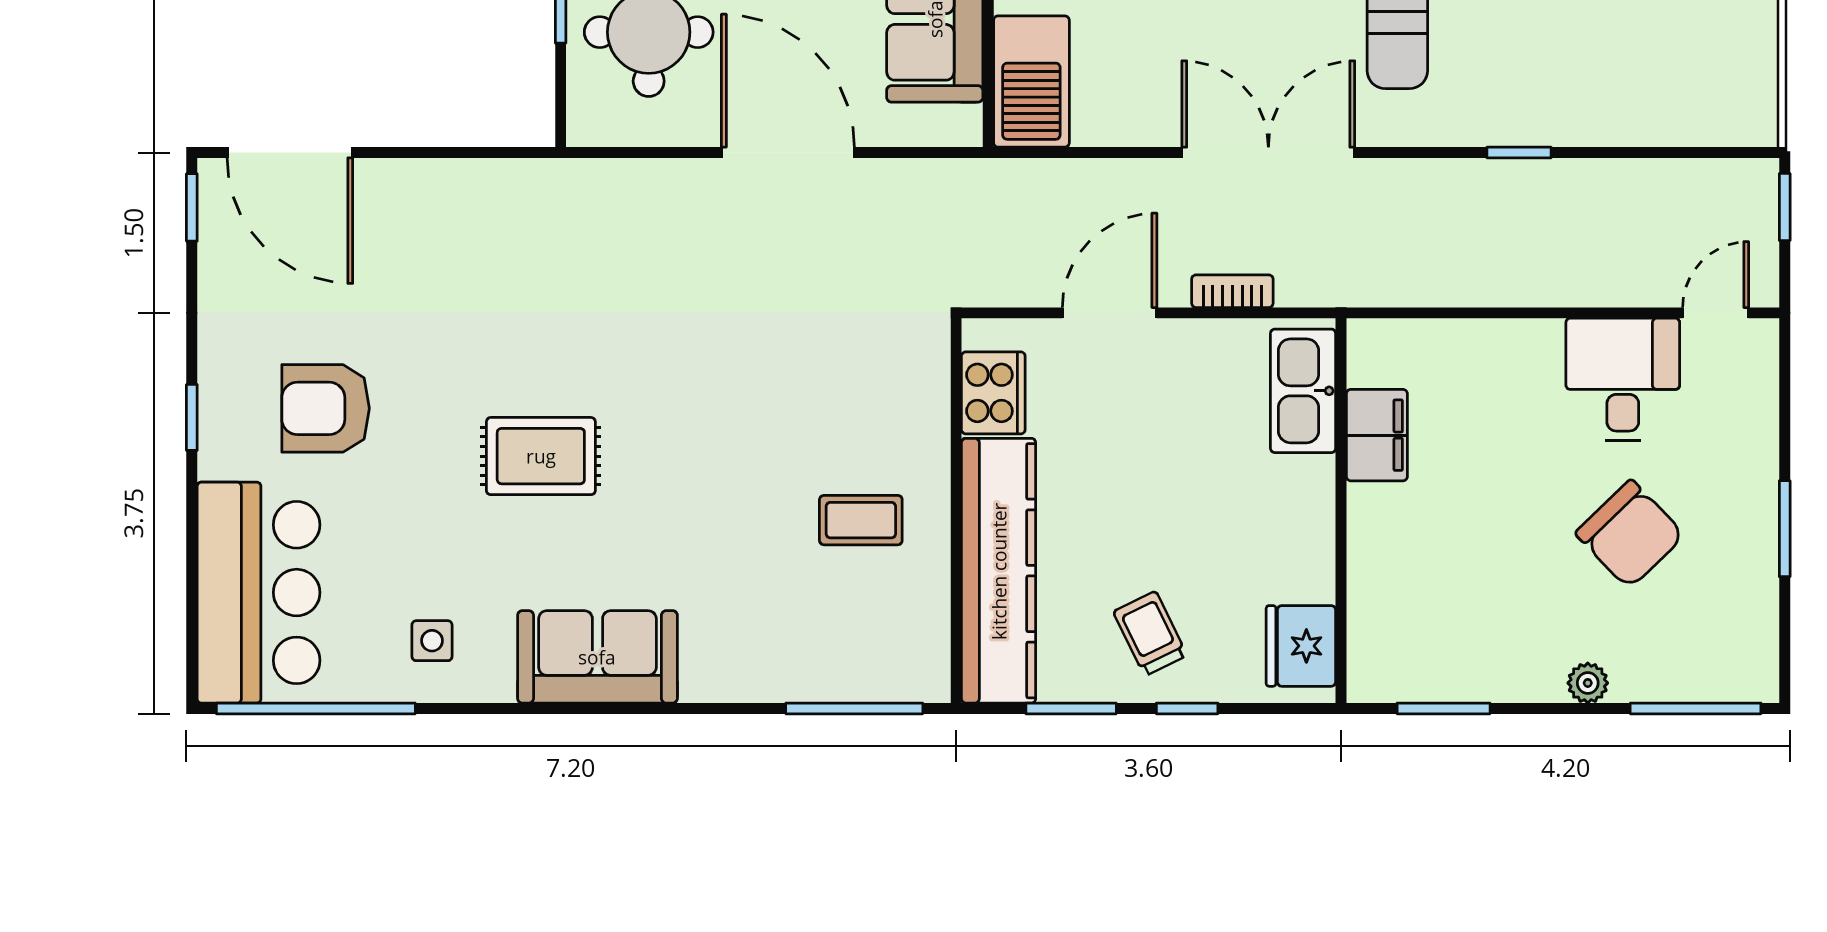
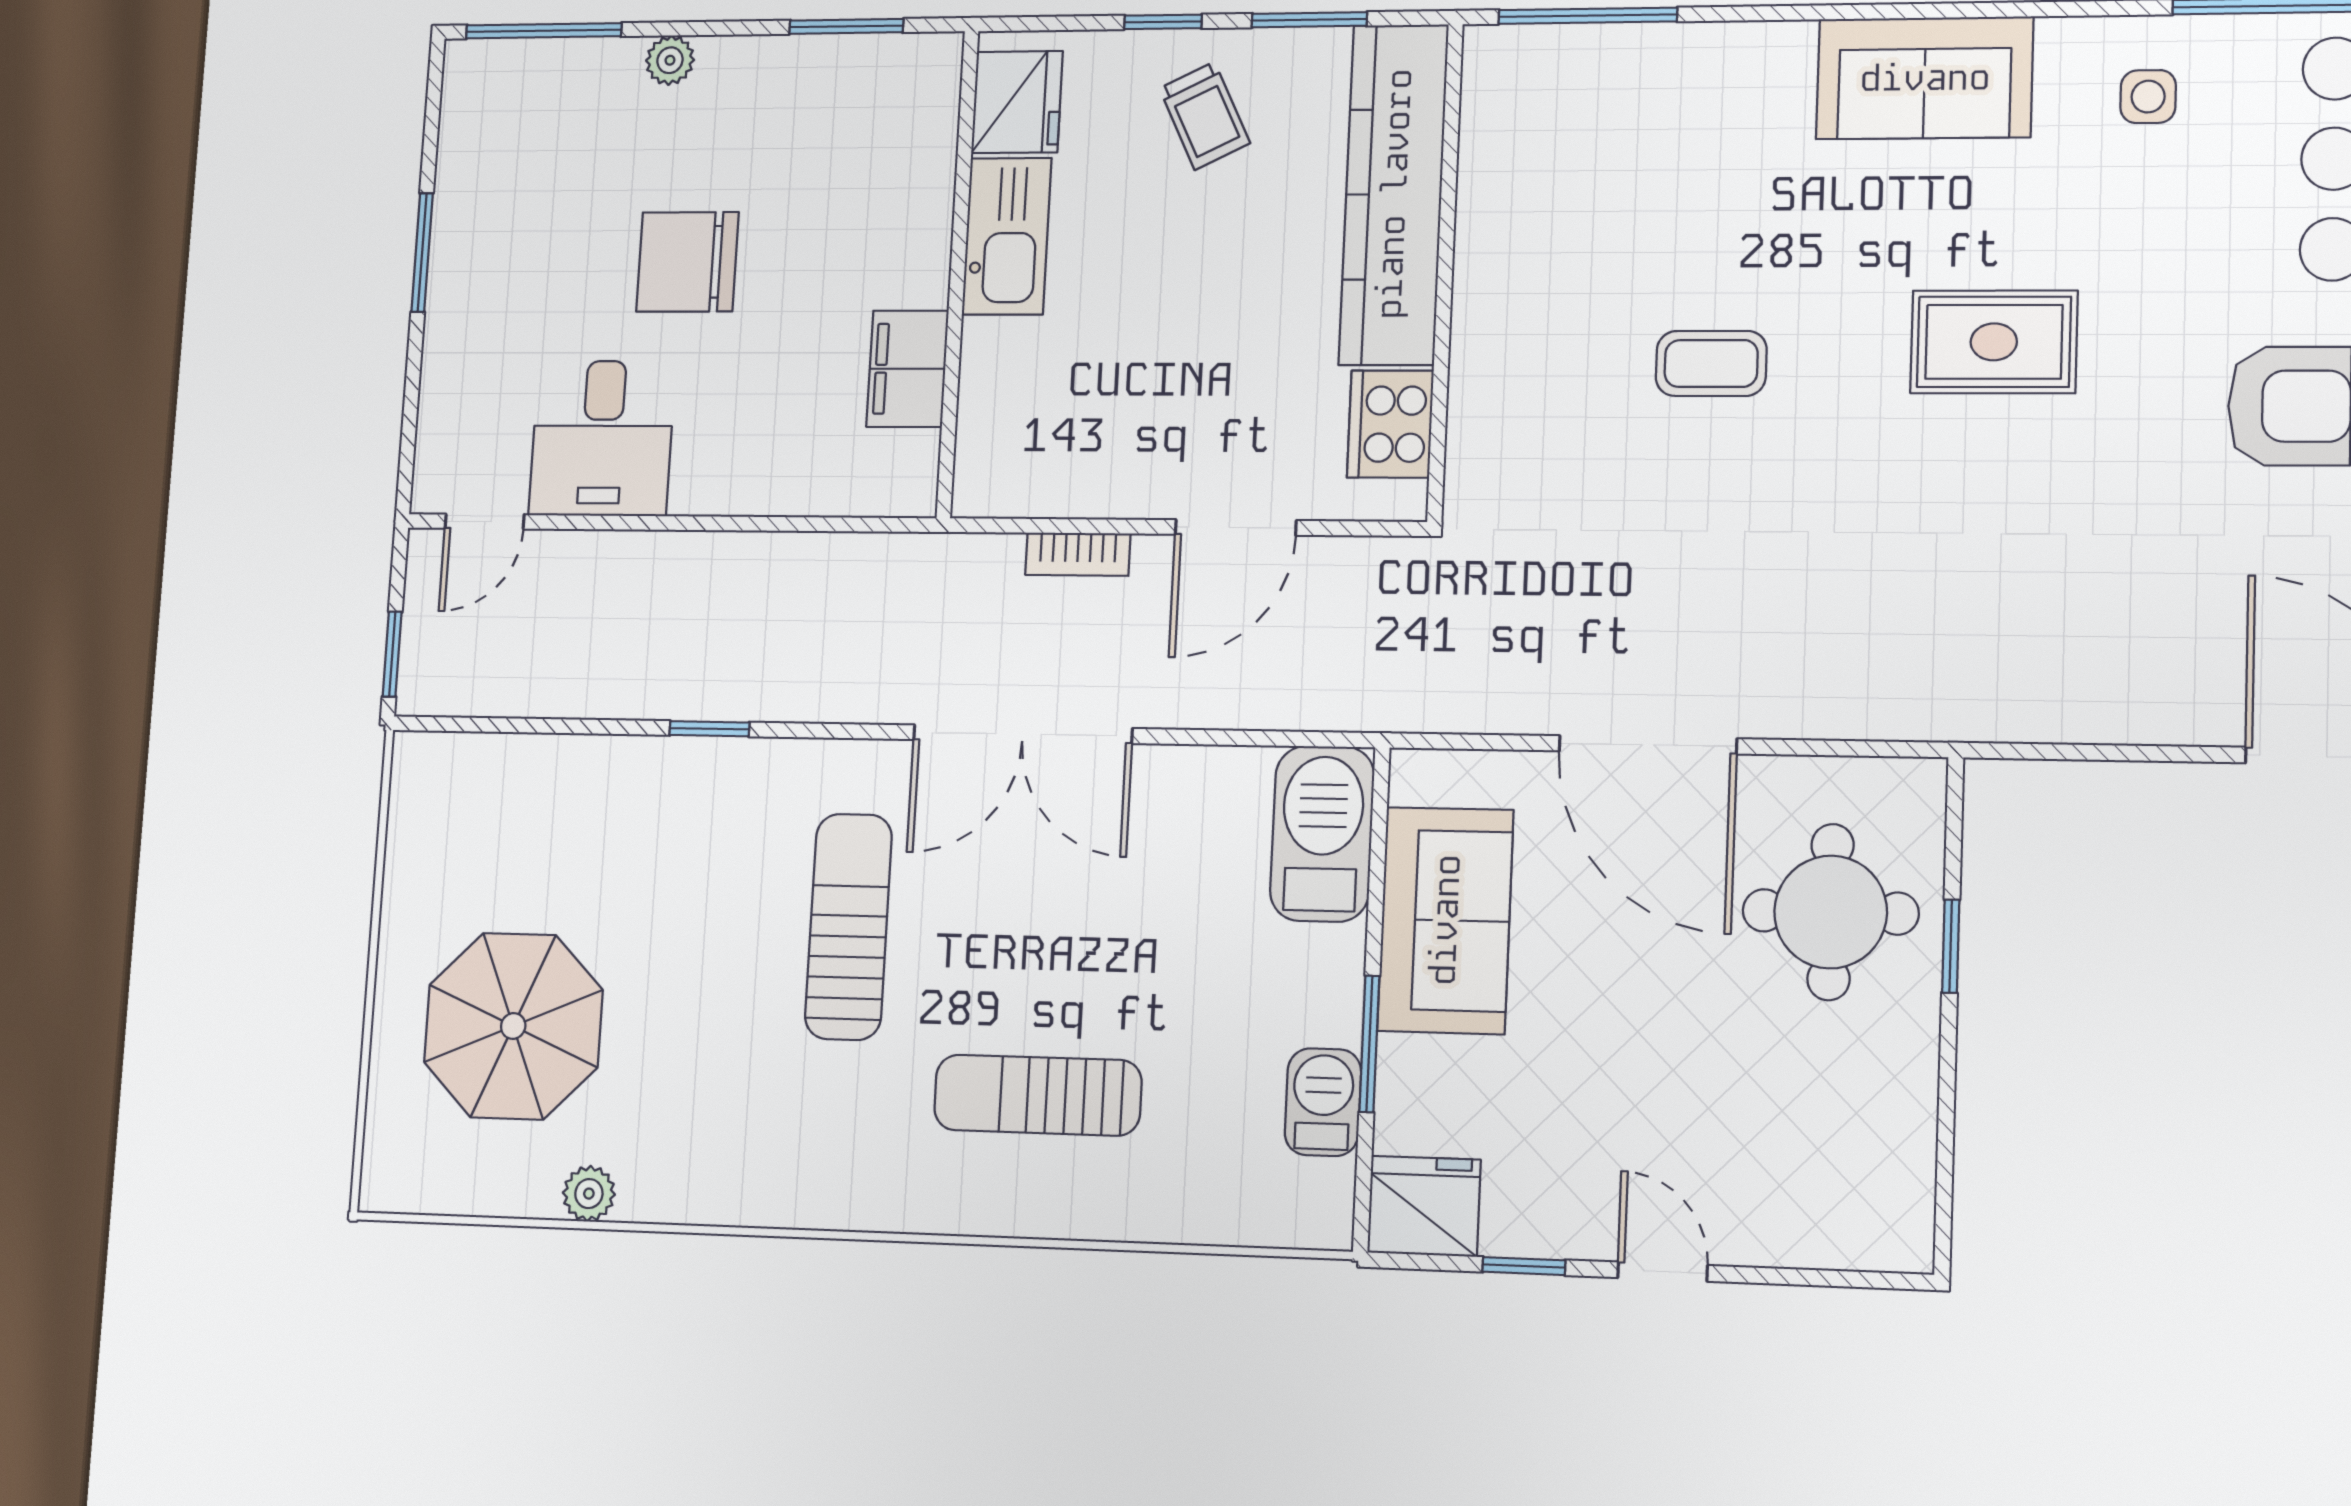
kitchen sink: (1303, 391) -> (1007, 236), moved
coffee table: (861, 520) -> (1711, 363), moved
chair: (1630, 534) -> (687, 262), moved, turned -46

